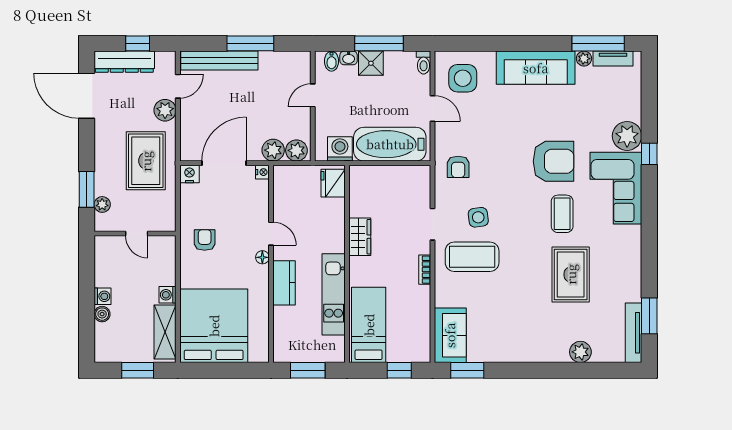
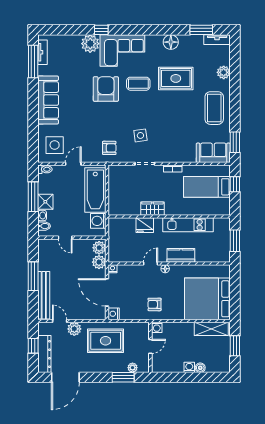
plant: (584, 59) -> (42, 70), removed
fridge: (333, 183) -> (145, 225), moved
coffee table: (472, 257) -> (214, 108), moved
floor lamp: (630, 266) -> (171, 42), added
washing machine: (168, 295) -> (157, 327), moved
bed: (369, 325) -> (207, 187), moved
tv unit: (633, 333) -> (217, 40), width x0.71

